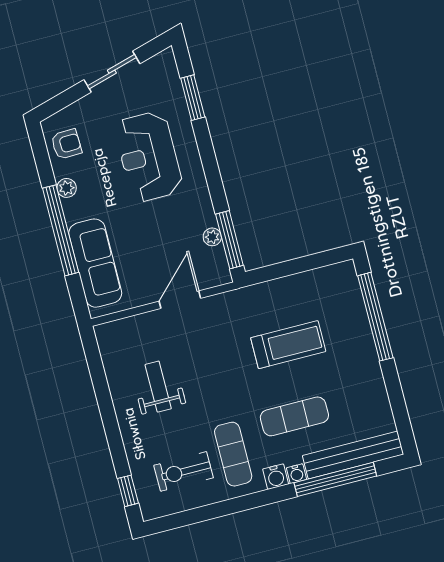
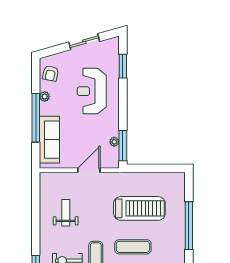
armchair: (66, 144) -> (51, 73), turned 104
window: (375, 317) -> (189, 226), moved
treadmill: (288, 345) -> (139, 208), width x1.37, depth x1.38

